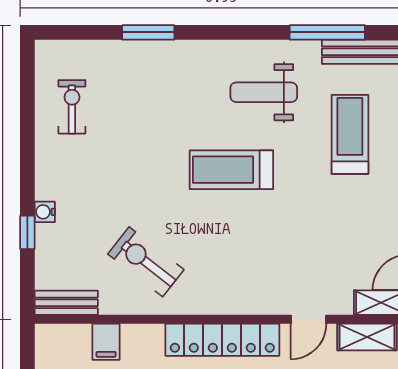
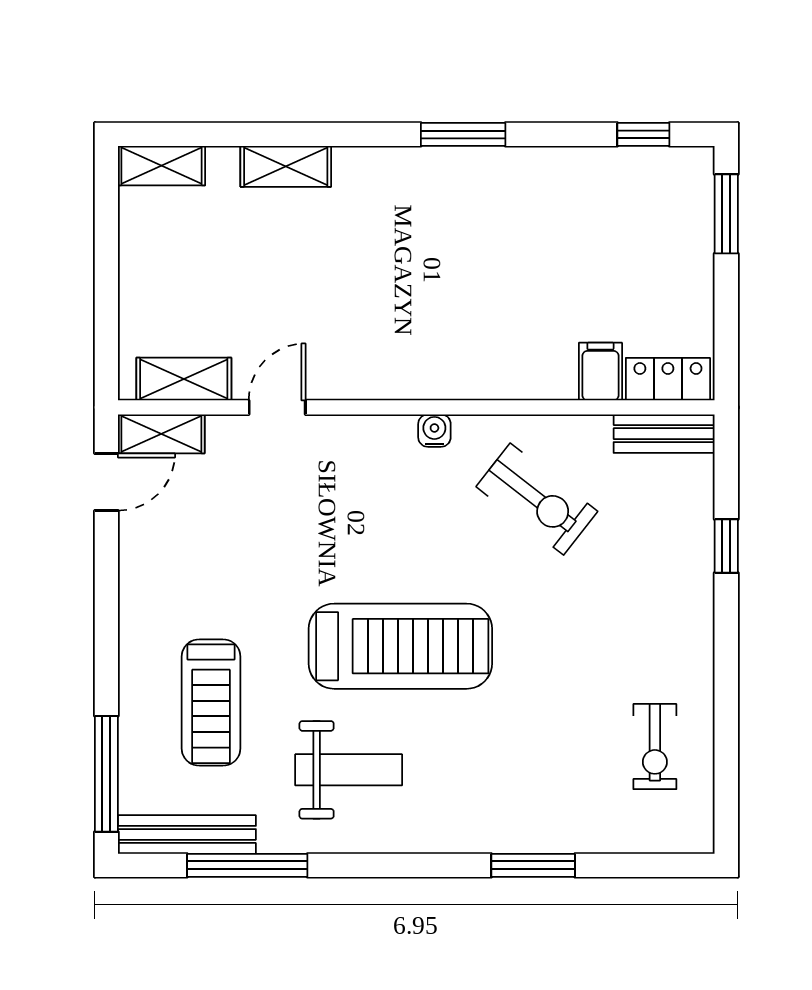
treadmill: (231, 170) -> (400, 646), width x1.37, depth x1.38
water cooler: (45, 212) -> (434, 431), moved, turned -90
locker: (222, 340) -> (668, 379), moved, width x0.46, depth x0.83

